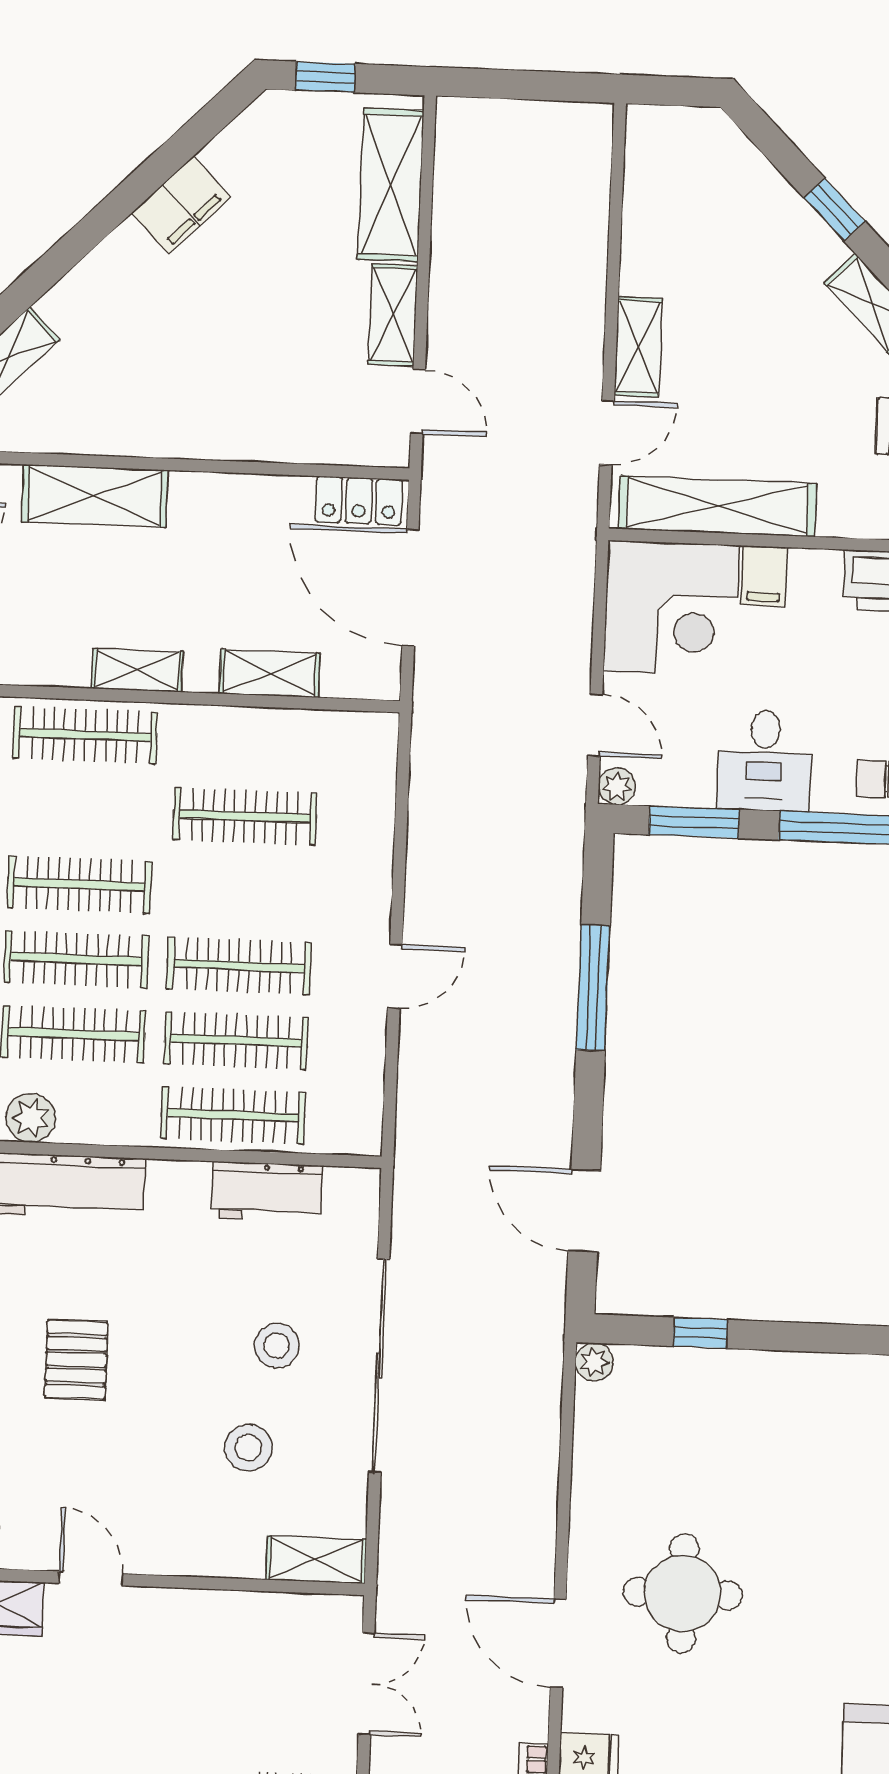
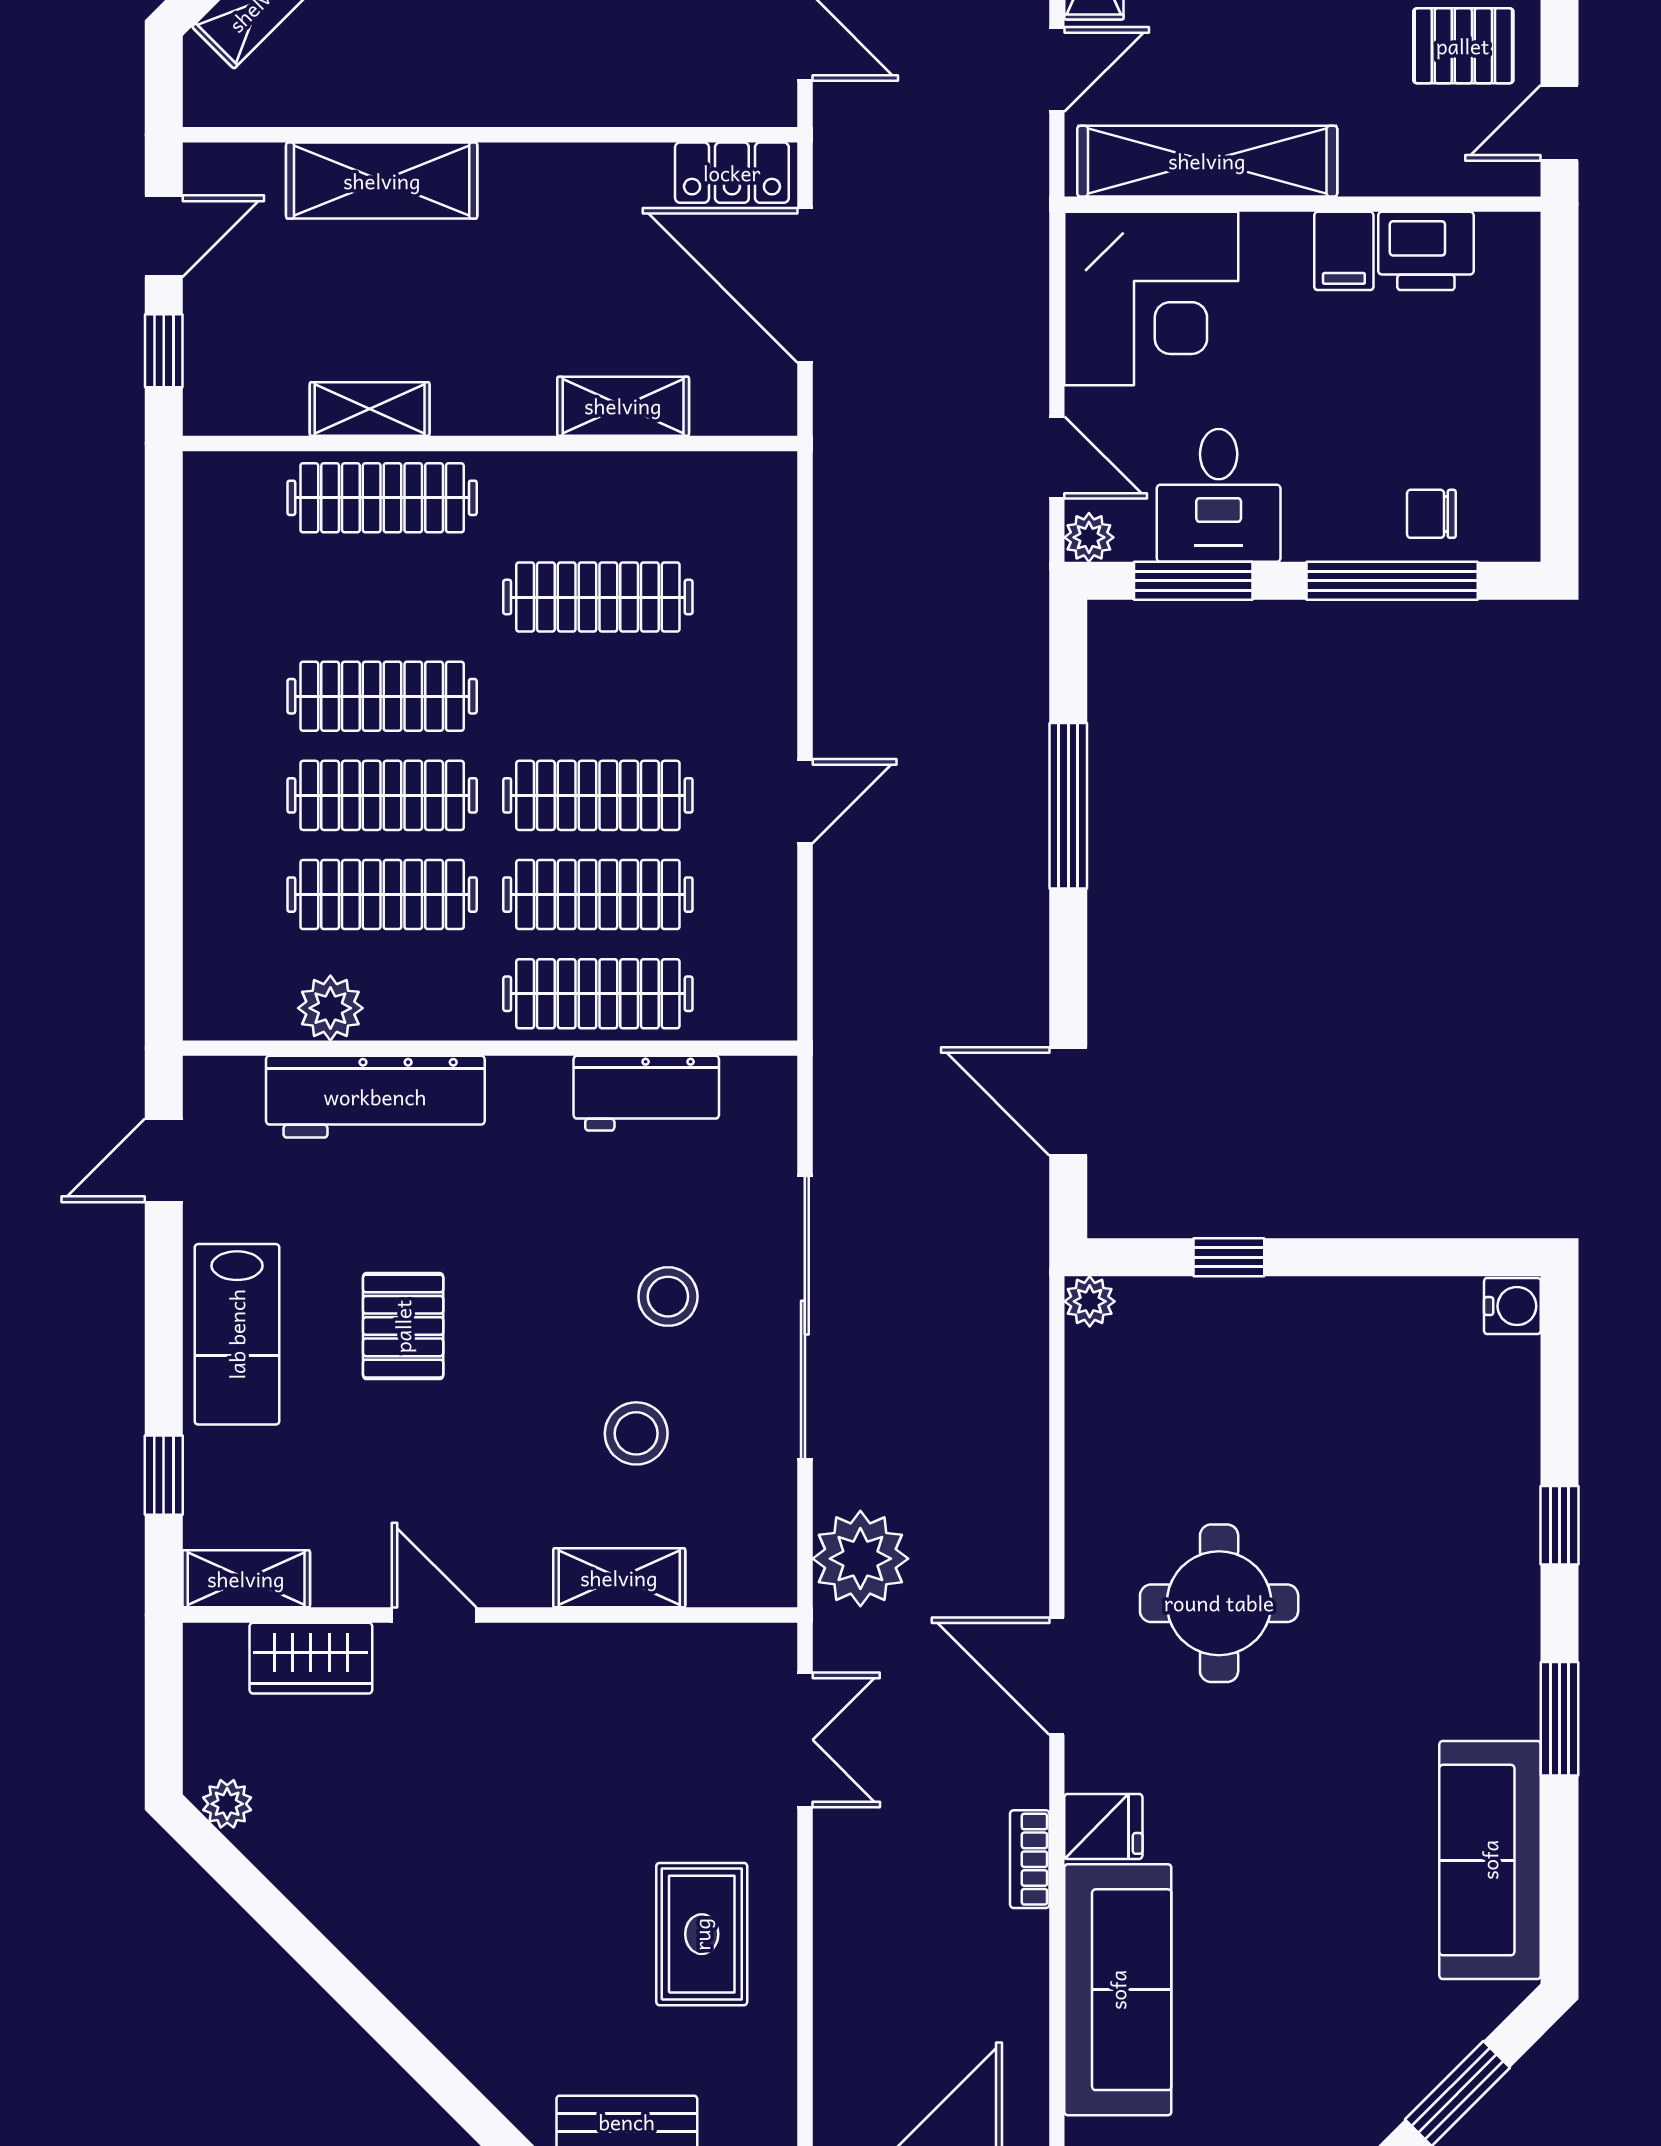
filing cabinet: (764, 576) -> (1344, 251), moved
shelving: (137, 670) -> (370, 409), moved
desk: (765, 760) -> (1219, 495), moved
plant: (414, 1549) -> (860, 1559), added
shelving: (316, 1559) -> (619, 1578), moved

